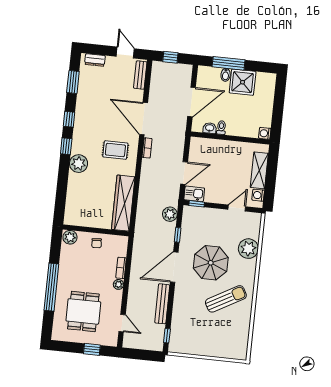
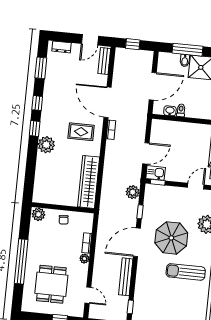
door: (125, 52) -> (90, 40), swing flipped
sun lounger: (226, 299) -> (186, 272), turned -151

